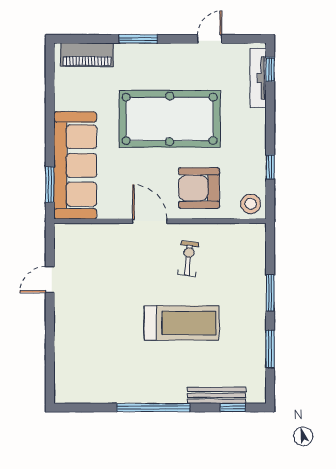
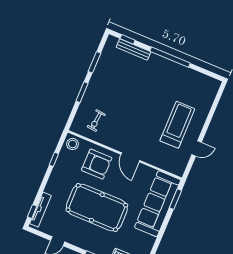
exercise bike: (188, 259) -> (96, 121), moved
treadmill: (182, 323) -> (177, 125), moved, turned 90

